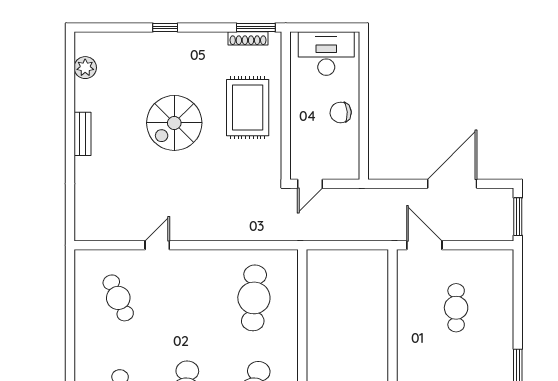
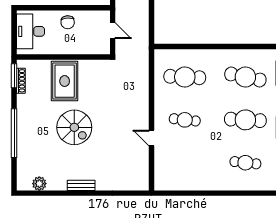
window: (165, 28) -> (14, 133), width x3.17
rug: (248, 108) -> (65, 81), turned 90
door: (310, 184) -> (113, 31), moved
cafe table: (118, 298) -> (185, 120), moved, turned 30

